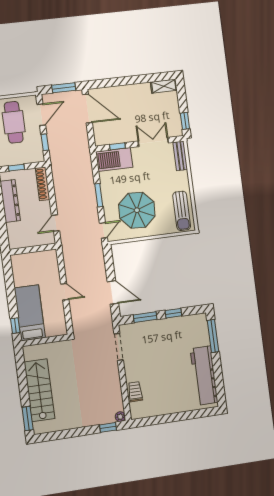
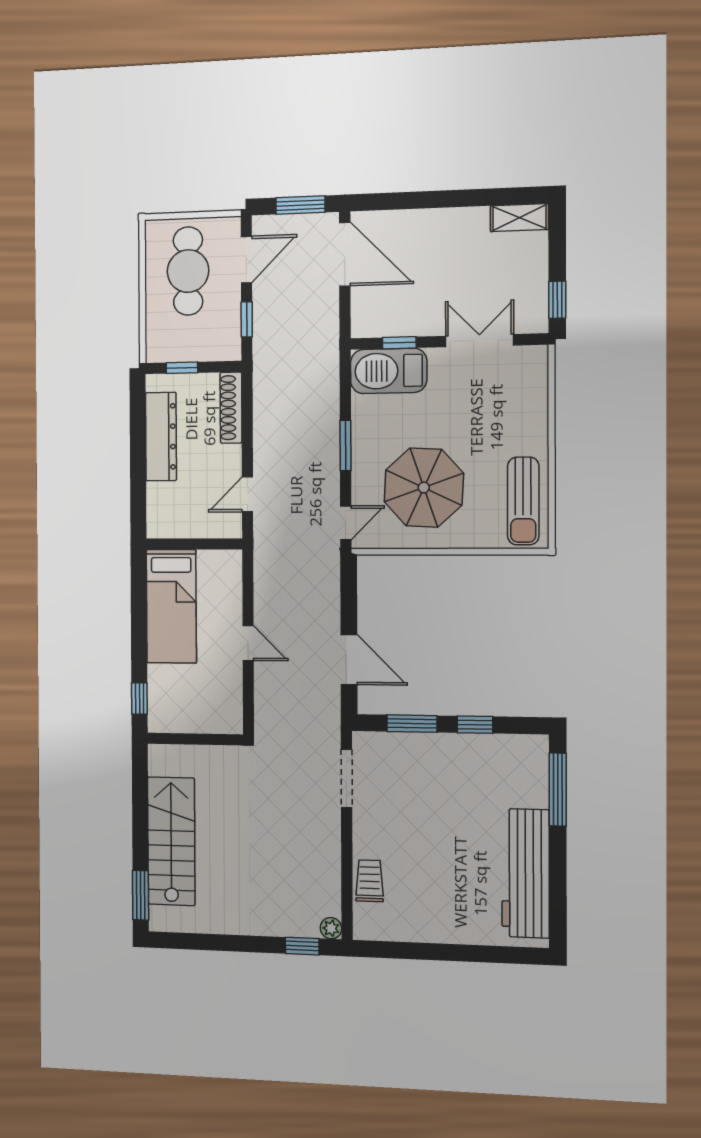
bench: (180, 156) -> (536, 378), removed
bed: (30, 313) -> (171, 606), moved, turned 180

